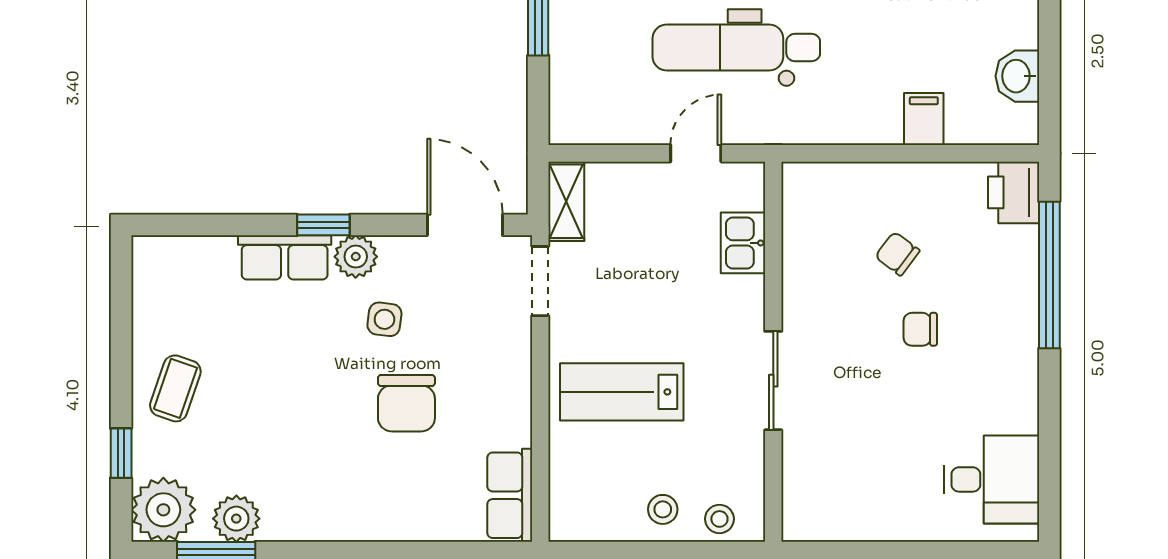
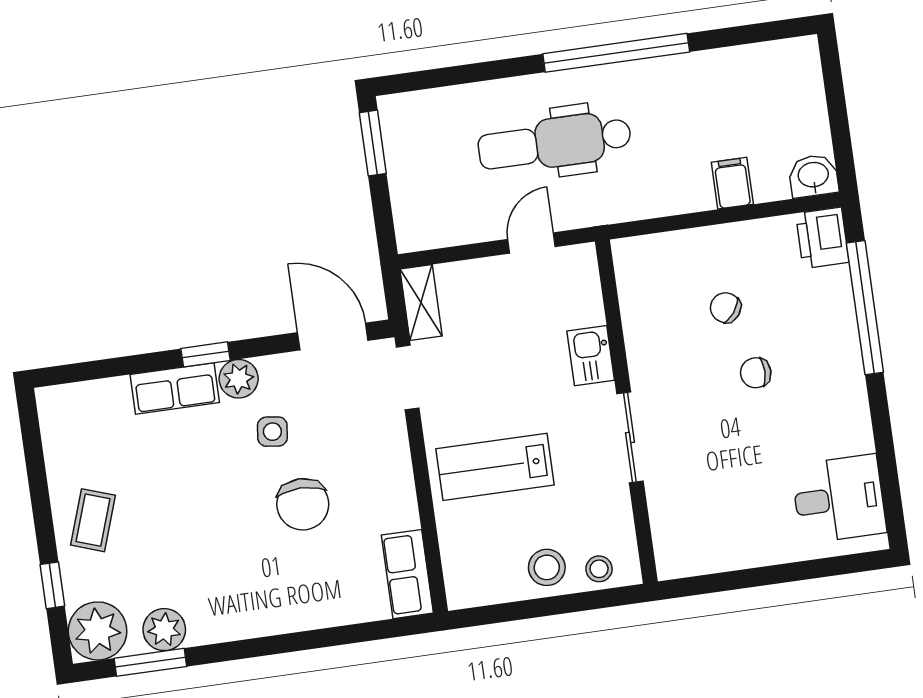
washbasin: (1017, 76) -> (813, 176), moved, turned 90
kitchen sink: (743, 243) -> (591, 356), moved
stool: (663, 509) -> (547, 567), width x1.37, depth x1.37

